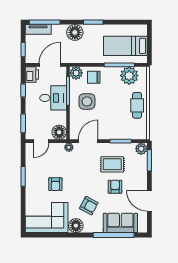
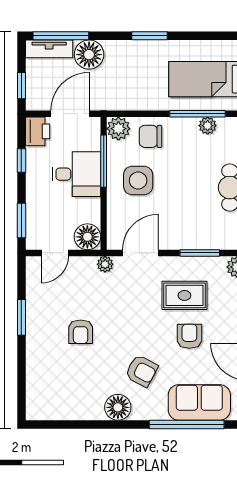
floor lamp: (75, 32) -> (89, 55), moved
plant: (129, 76) -> (208, 126), width x0.53, depth x0.53
corner sofa: (47, 218) -> (64, 393), removed

